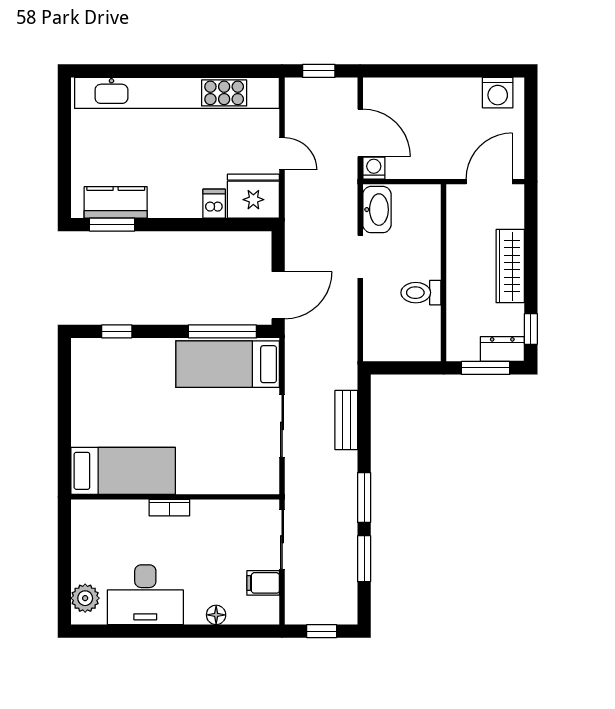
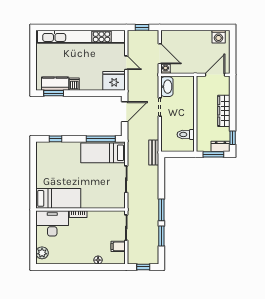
dishwasher: (214, 204) -> (74, 84), moved
toilet: (421, 293) -> (186, 134), moved
door: (278, 295) -> (125, 112), moved
bench: (346, 420) -> (154, 153), moved
desk: (145, 595) -> (52, 223), moved, turned 180

